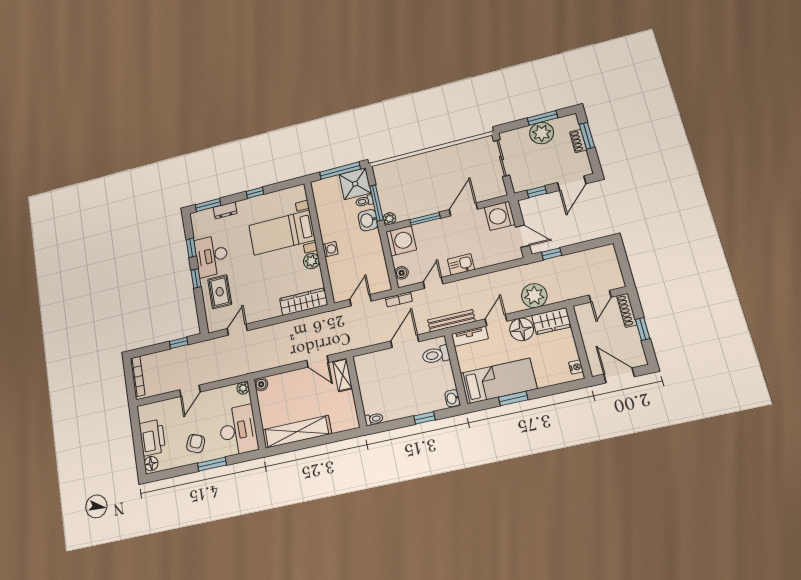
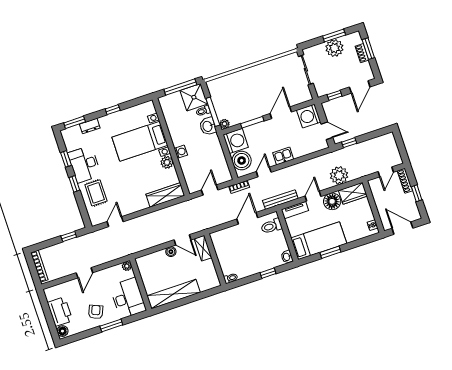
boiler: (402, 273) -> (242, 161), width x1.86, depth x1.86
boiler: (261, 384) -> (171, 252), moved

